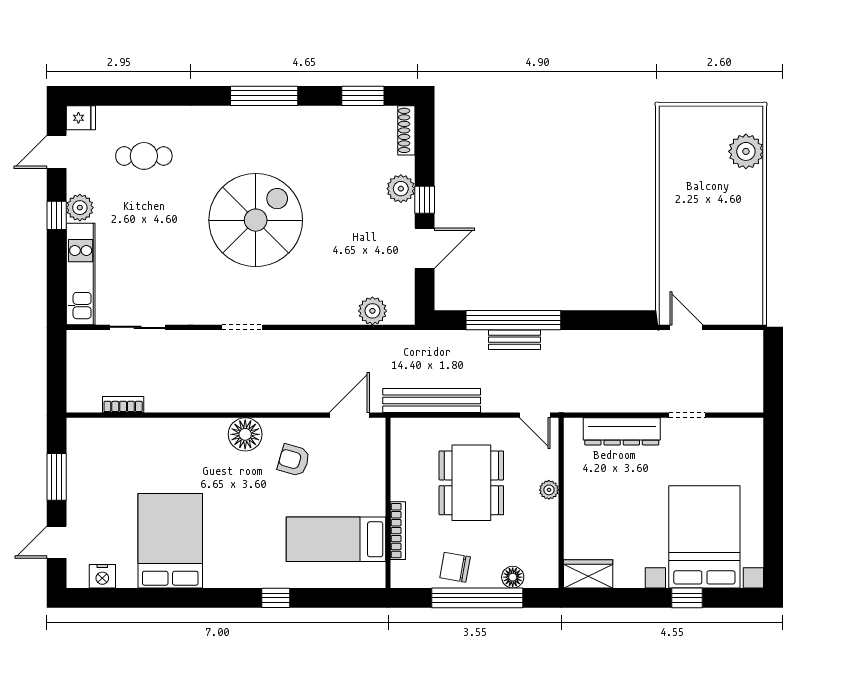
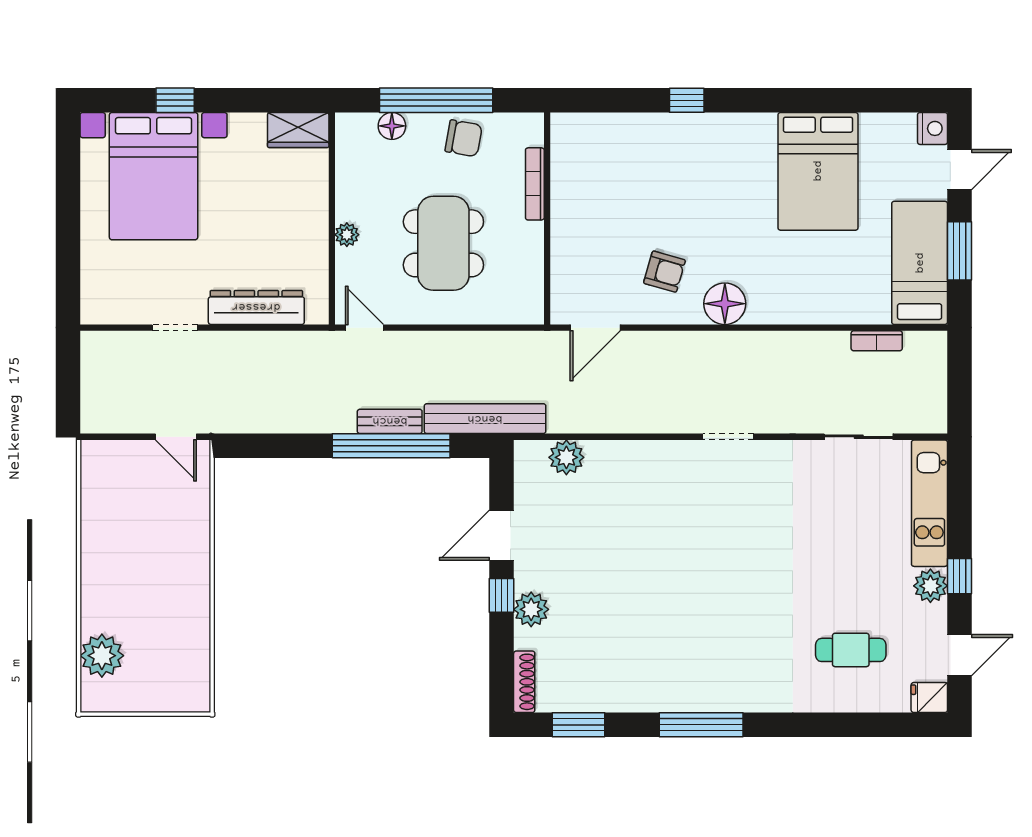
spiral stairs: (256, 220) -> (712, 570), removed
bench: (432, 401) -> (485, 419), moved
bed: (336, 539) -> (920, 263), moved, turned -90
nightstand: (102, 576) -> (932, 128), moved, turned 90

